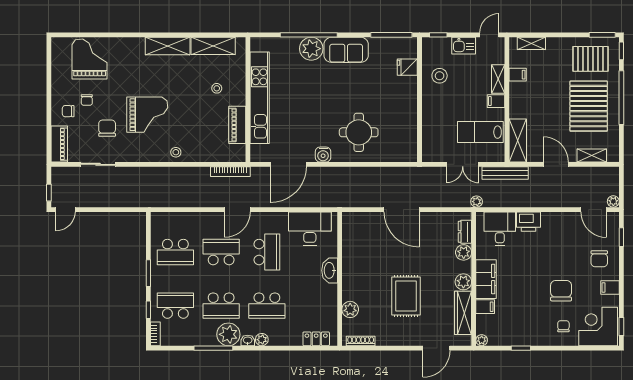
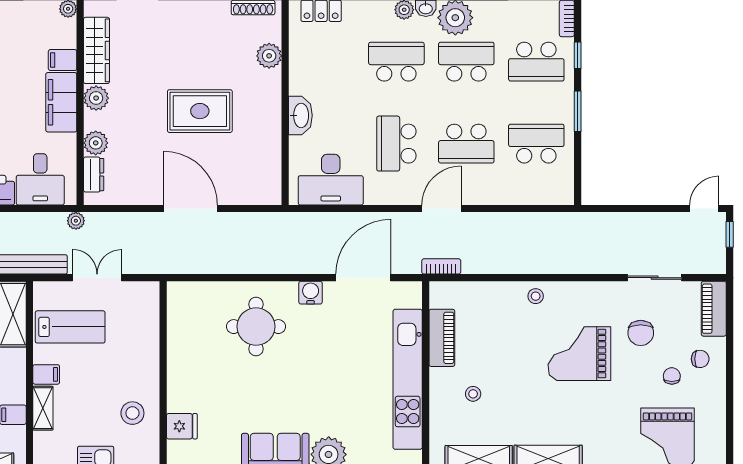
bookcase: (230, 172) -> (441, 266), width x0.64
rug: (406, 296) -> (200, 111), moved, turned 90

